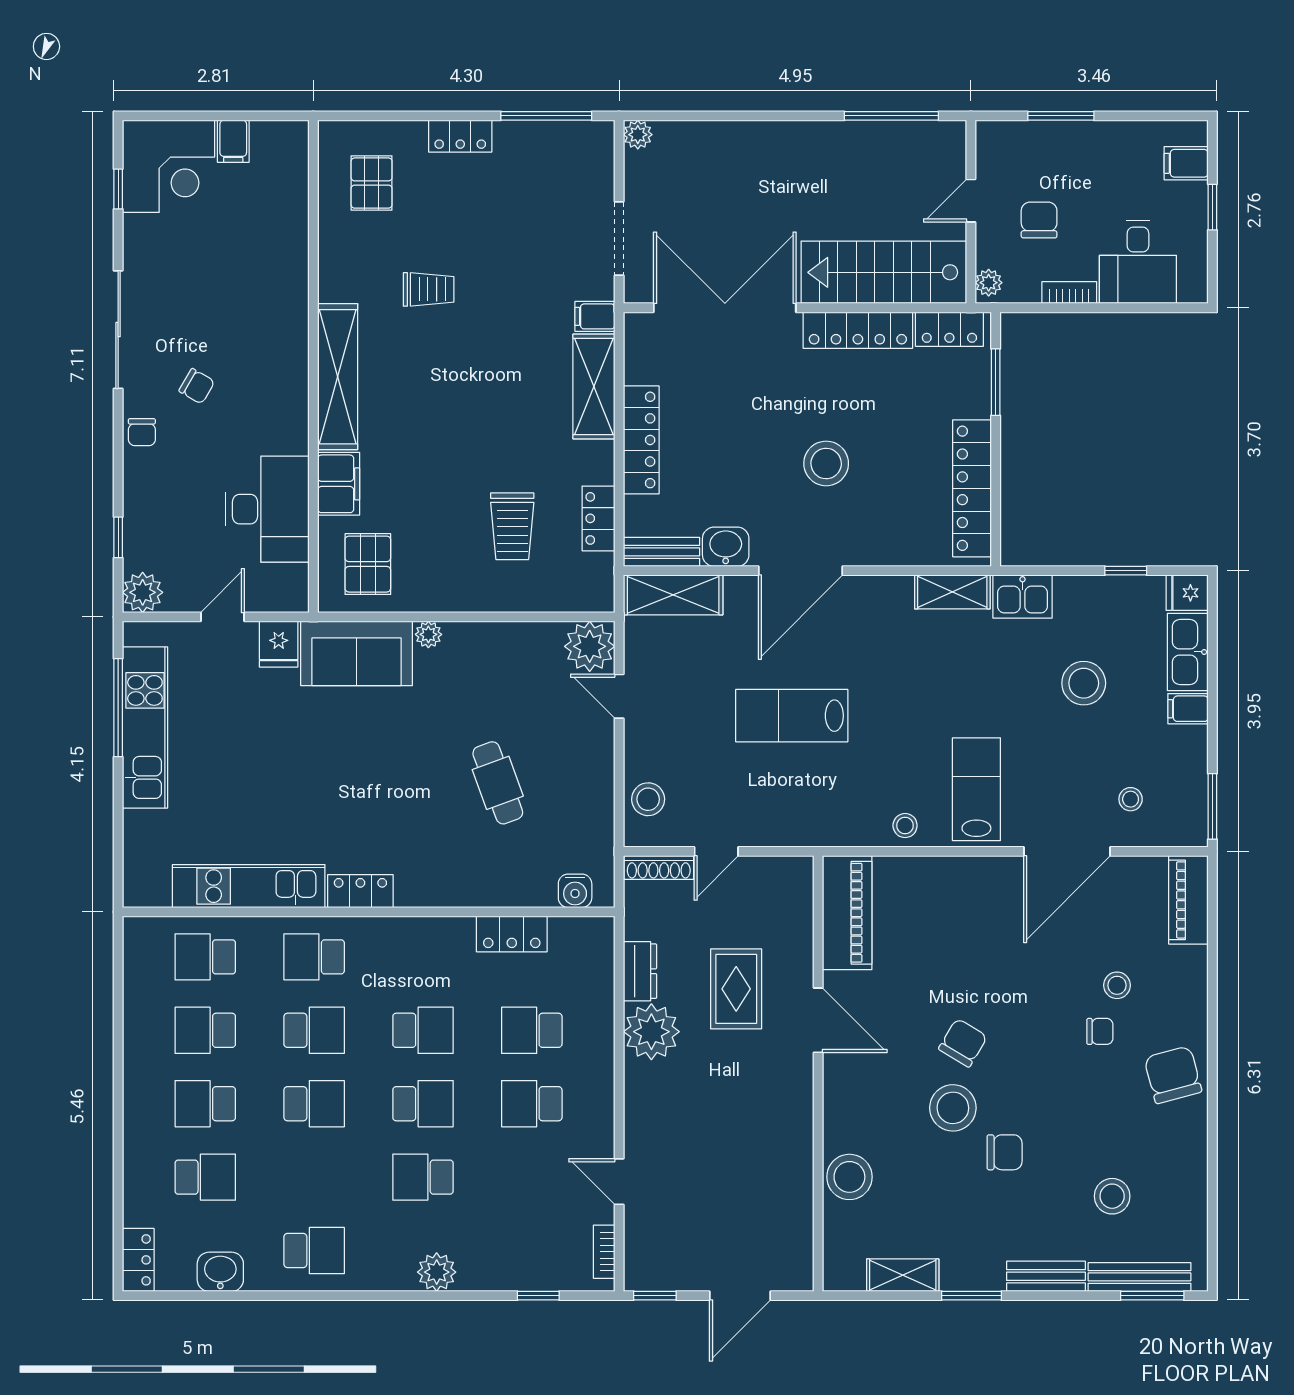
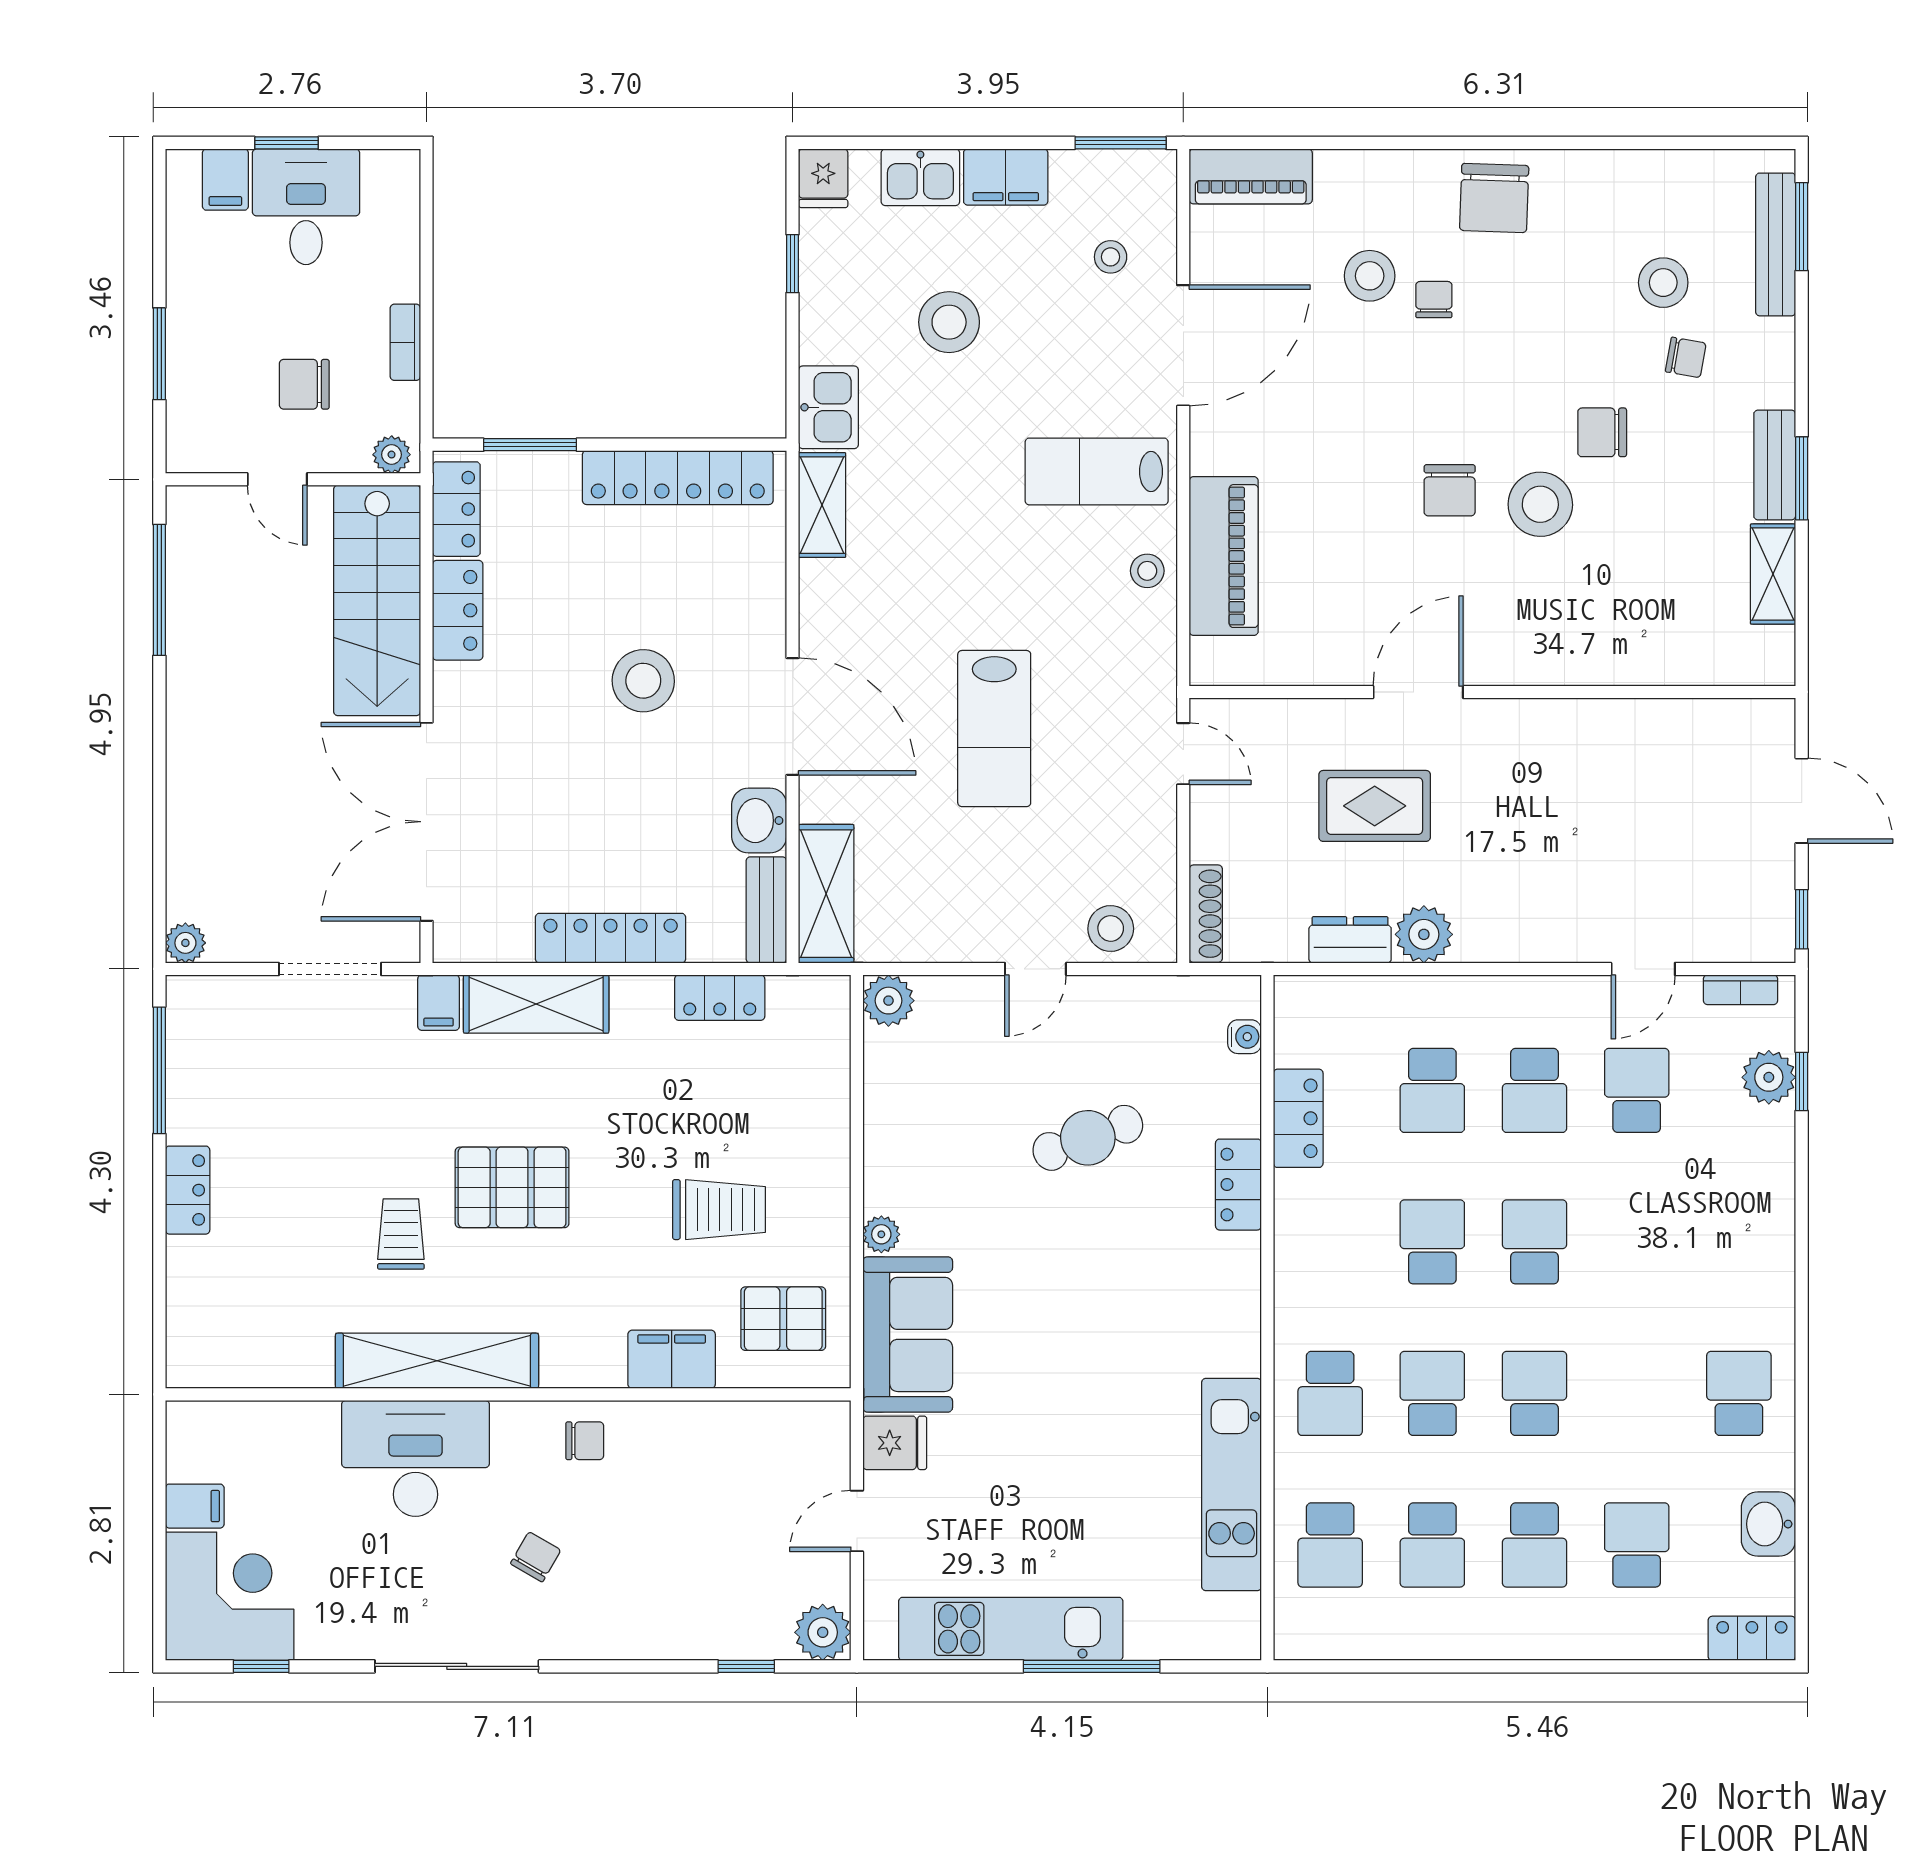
pallet: (372, 183) -> (512, 1187), moved, width x1.50, depth x1.42
desk: (1138, 262) -> (306, 207), moved, turned -90
locker: (858, 330) -> (458, 610), width x0.66
shelving: (338, 377) -> (437, 1361), moved
chair: (142, 432) -> (585, 1441), moved
desk: (268, 509) -> (415, 1458), moved
trolley: (512, 526) -> (719, 1210), moved
door: (223, 617) -> (857, 1521), hinge flipped
plant: (590, 646) -> (888, 1001), width x0.73, depth x0.73
kitchen sink: (1188, 652) -> (920, 177), width x0.73
door: (619, 696) -> (1035, 969), moved
window: (118, 708) -> (1092, 1666), moved
filing cabinet: (1188, 709) -> (1006, 177), width x2.00
door: (716, 851) -> (1183, 754), moved
door: (1067, 851) -> (1183, 345), hinge flipped
locker: (360, 891) -> (1238, 1185), moved
water cooler: (575, 891) -> (1245, 1037), width x0.72, depth x0.72
piano: (847, 913) -> (1224, 556), moved, turned 90
stool: (1117, 985) -> (1370, 276), width x1.37, depth x1.37
plant: (651, 1032) -> (1424, 934), width x0.73, depth x0.73
chair: (963, 1043) -> (1450, 490), turned -121
chair: (1173, 1075) -> (1494, 198), turned -73
chair: (1005, 1152) -> (1602, 432), turned -90
school desk: (423, 1177) -> (1637, 1090), moved, turned 180
stool: (849, 1177) -> (1636, 648), removed
chair: (1058, 1212) -> (1686, 357), added
plant: (437, 1272) -> (1769, 1077), moved
bench: (1046, 1276) -> (1775, 465), moved

